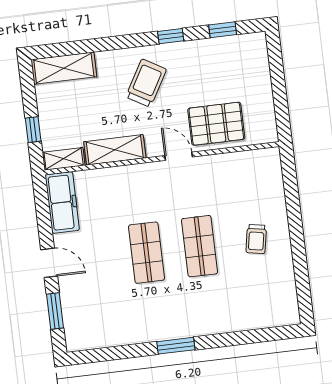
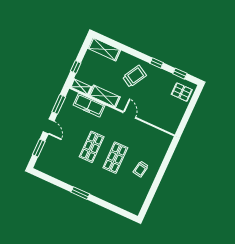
pallet: (216, 124) -> (182, 92), moved, width x0.67, depth x0.71
freezer: (62, 202) -> (89, 105), moved, turned 90
window: (43, 213) -> (59, 104), added

